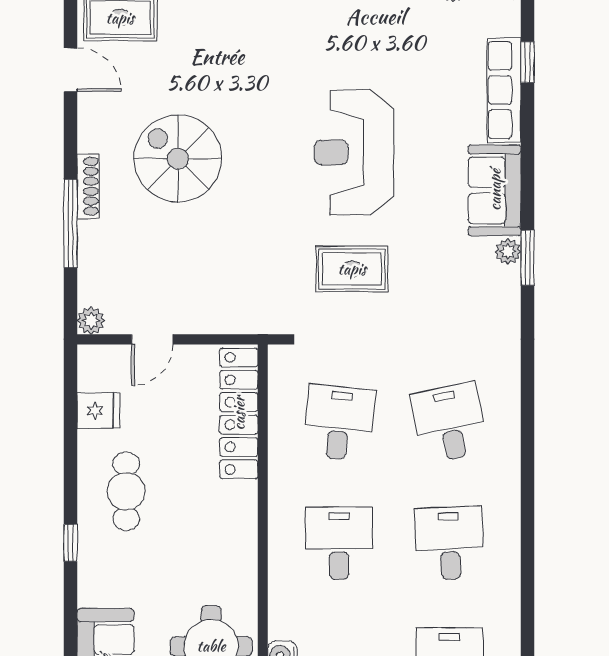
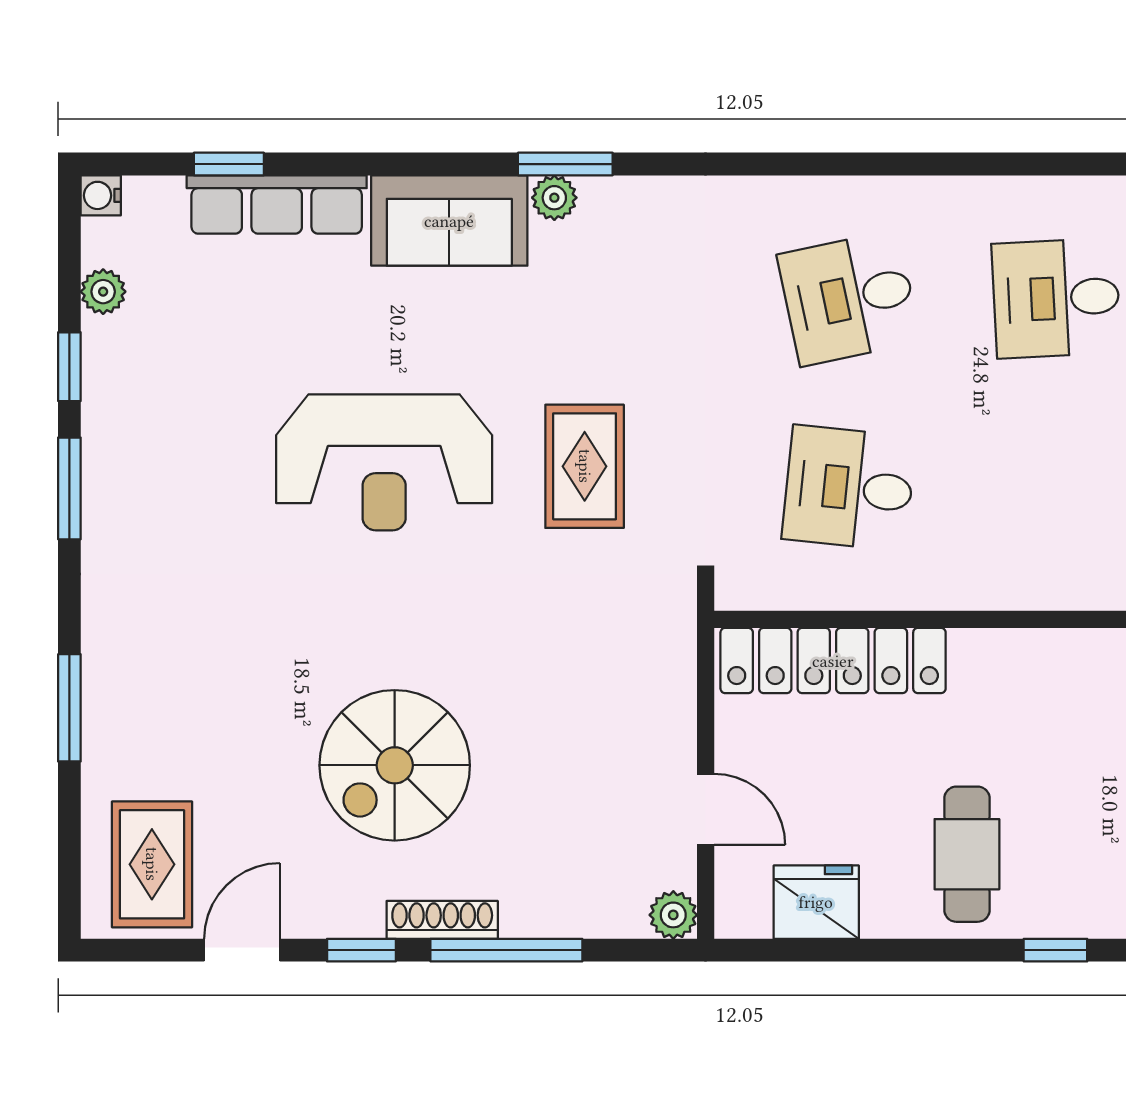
window: (70, 139) -> (361, 950), added
fridge: (98, 411) -> (816, 902), width x1.38
cafe table: (126, 491) -> (967, 854), turned 90
desk: (339, 543) -> (1056, 488), removed

